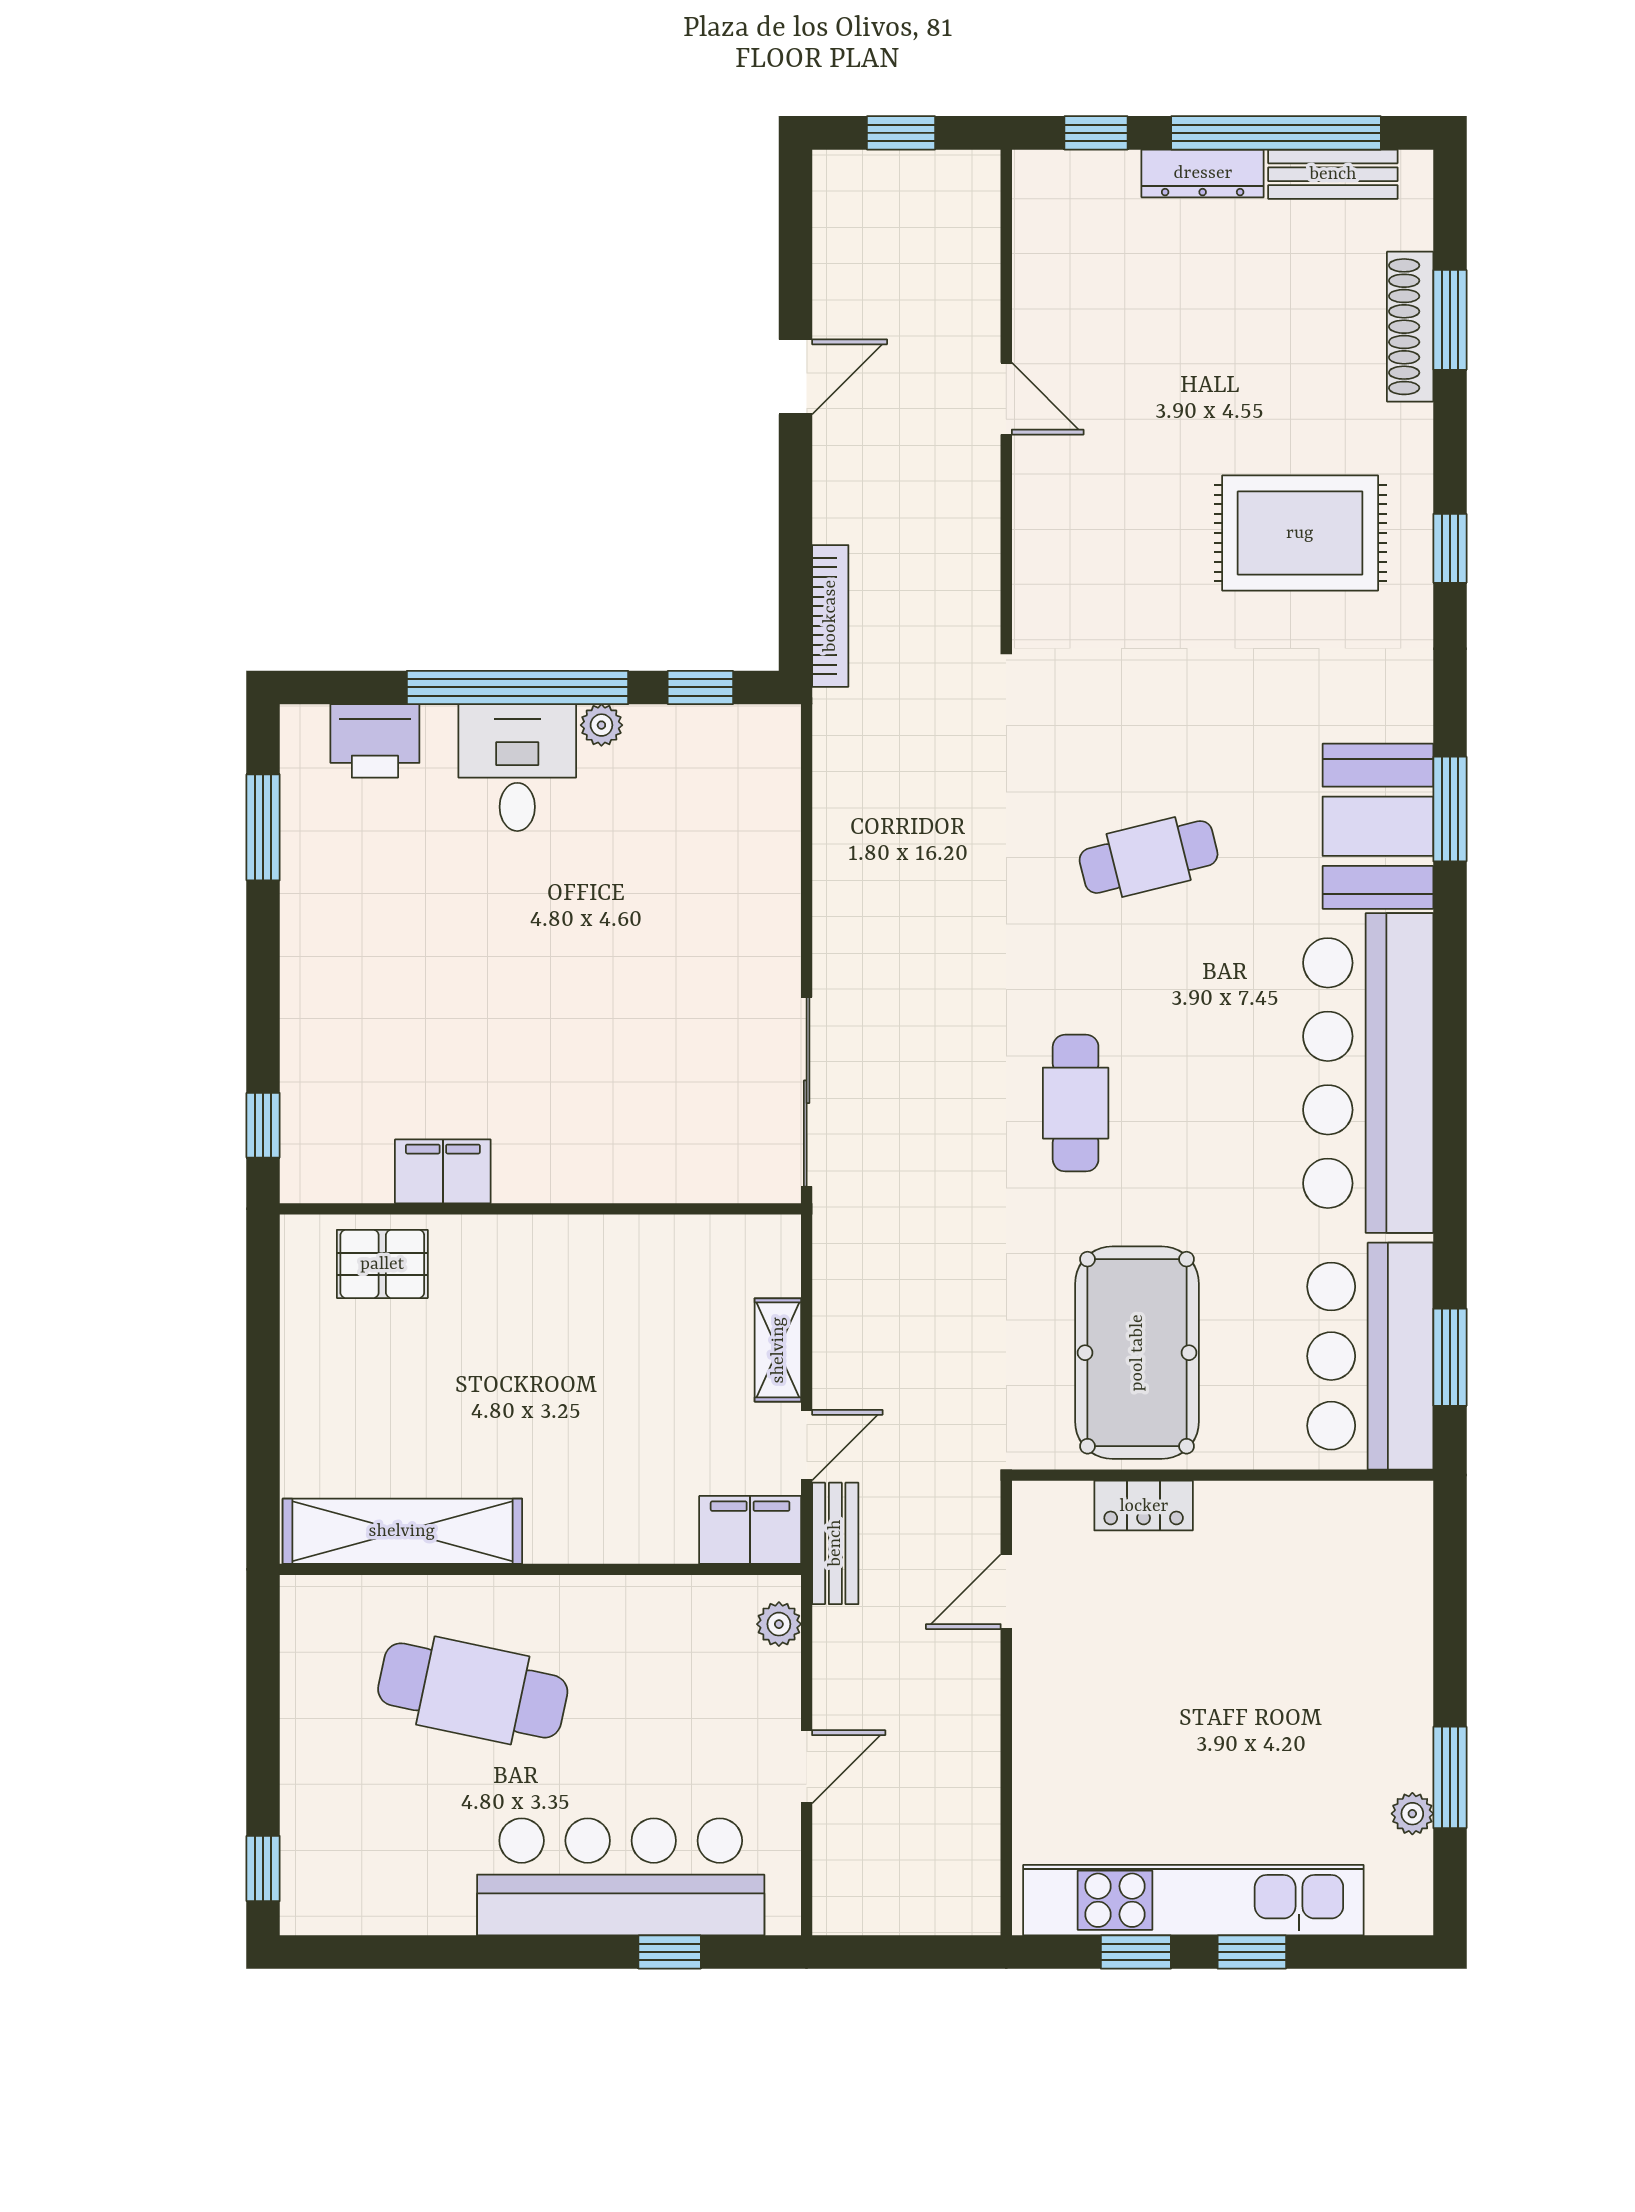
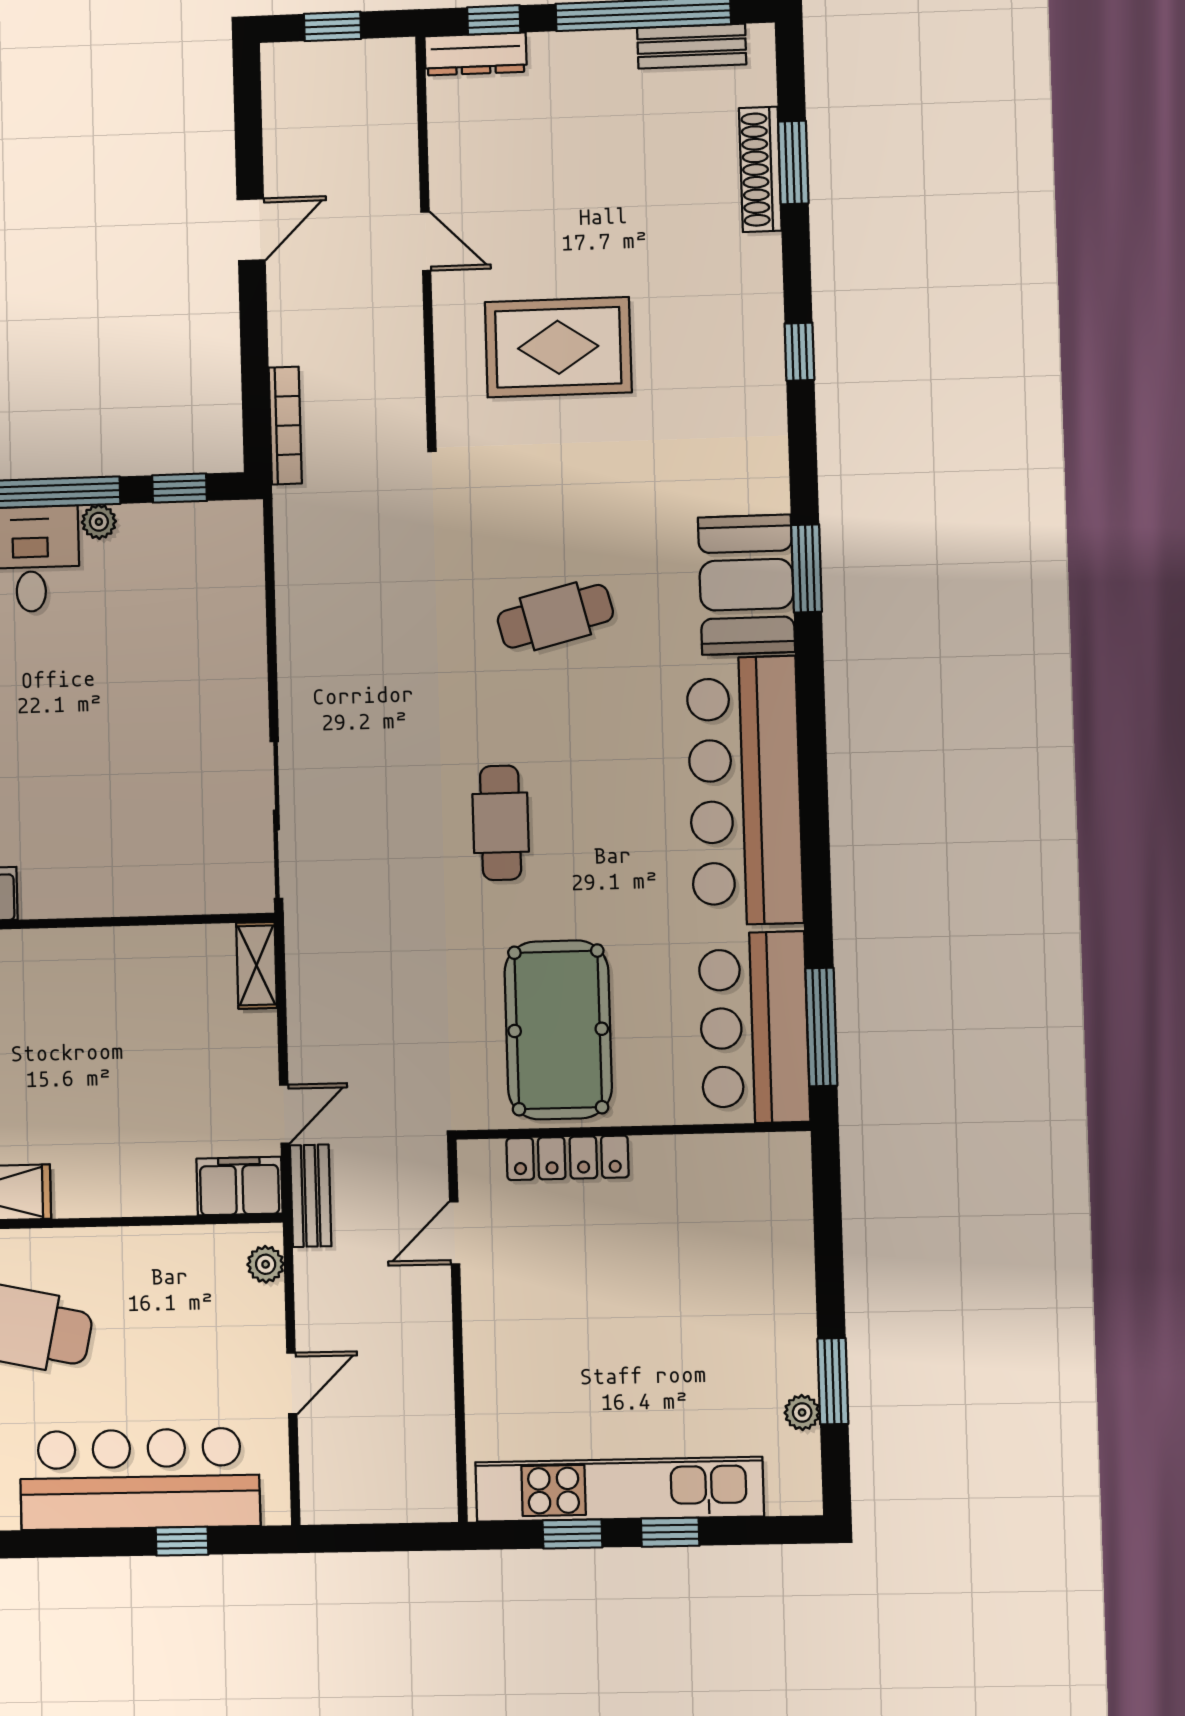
dresser: (1203, 173) -> (476, 54), moved
rug: (1300, 533) -> (558, 347), moved
shelving: (778, 1350) -> (257, 965), moved
window: (1450, 1357) -> (821, 1027), width x1.44
locker: (1144, 1506) -> (568, 1158), width x1.53

